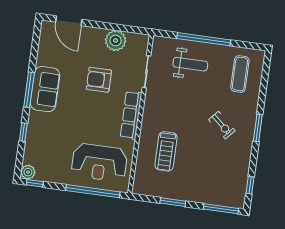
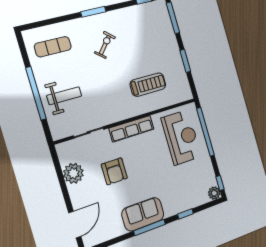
weight bench: (190, 64) -> (64, 96), turned 90

